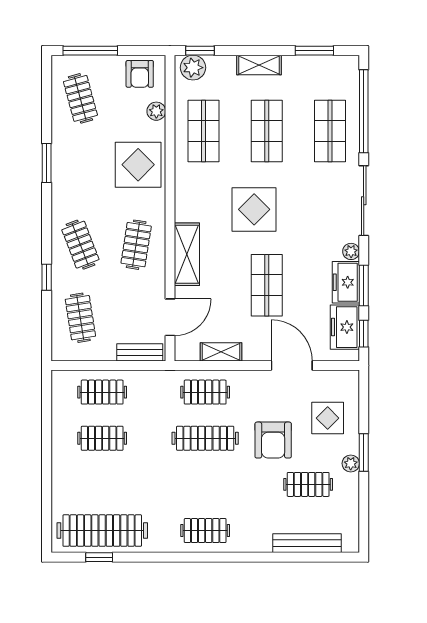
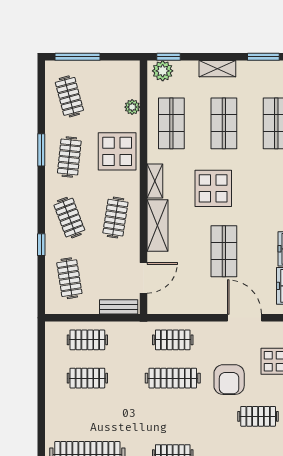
armchair: (140, 74) -> (118, 76), removed
clothes rail: (80, 172) -> (69, 157), added
shelving: (221, 352) -> (155, 181), moved, turned 90

